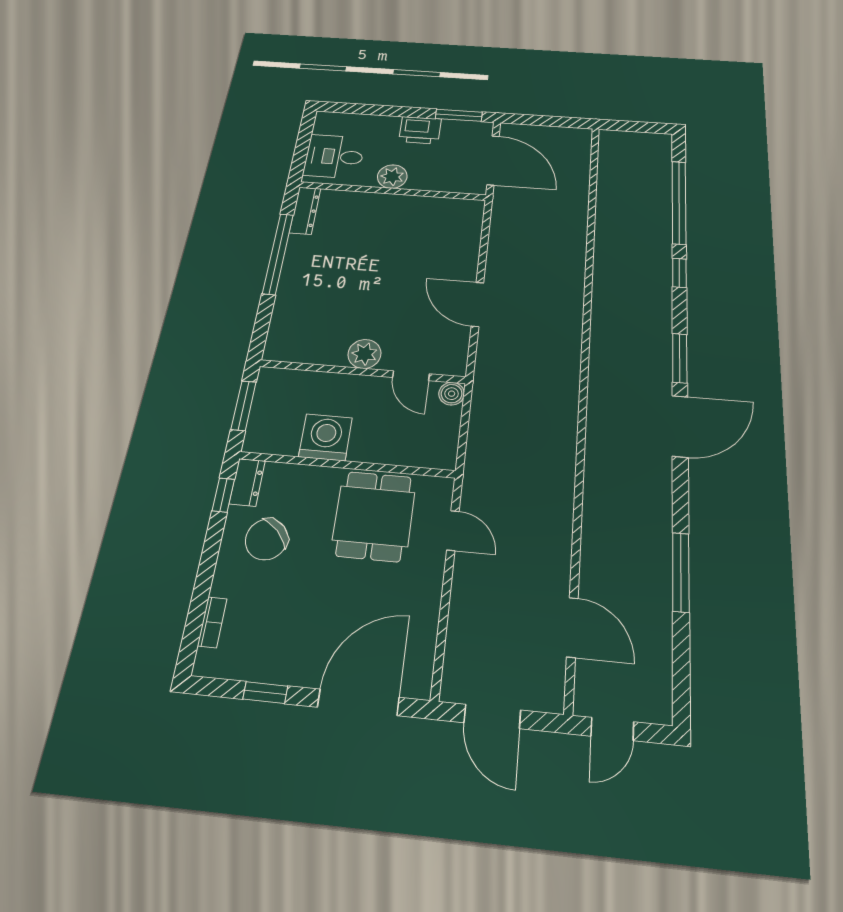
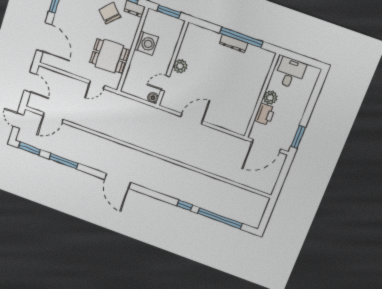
printer: (420, 130) -> (265, 114), moved, turned 180
dresser: (305, 211) -> (234, 43), moved
window: (680, 358) -> (30, 149), moved
door: (492, 716) -> (30, 82), swing flipped

